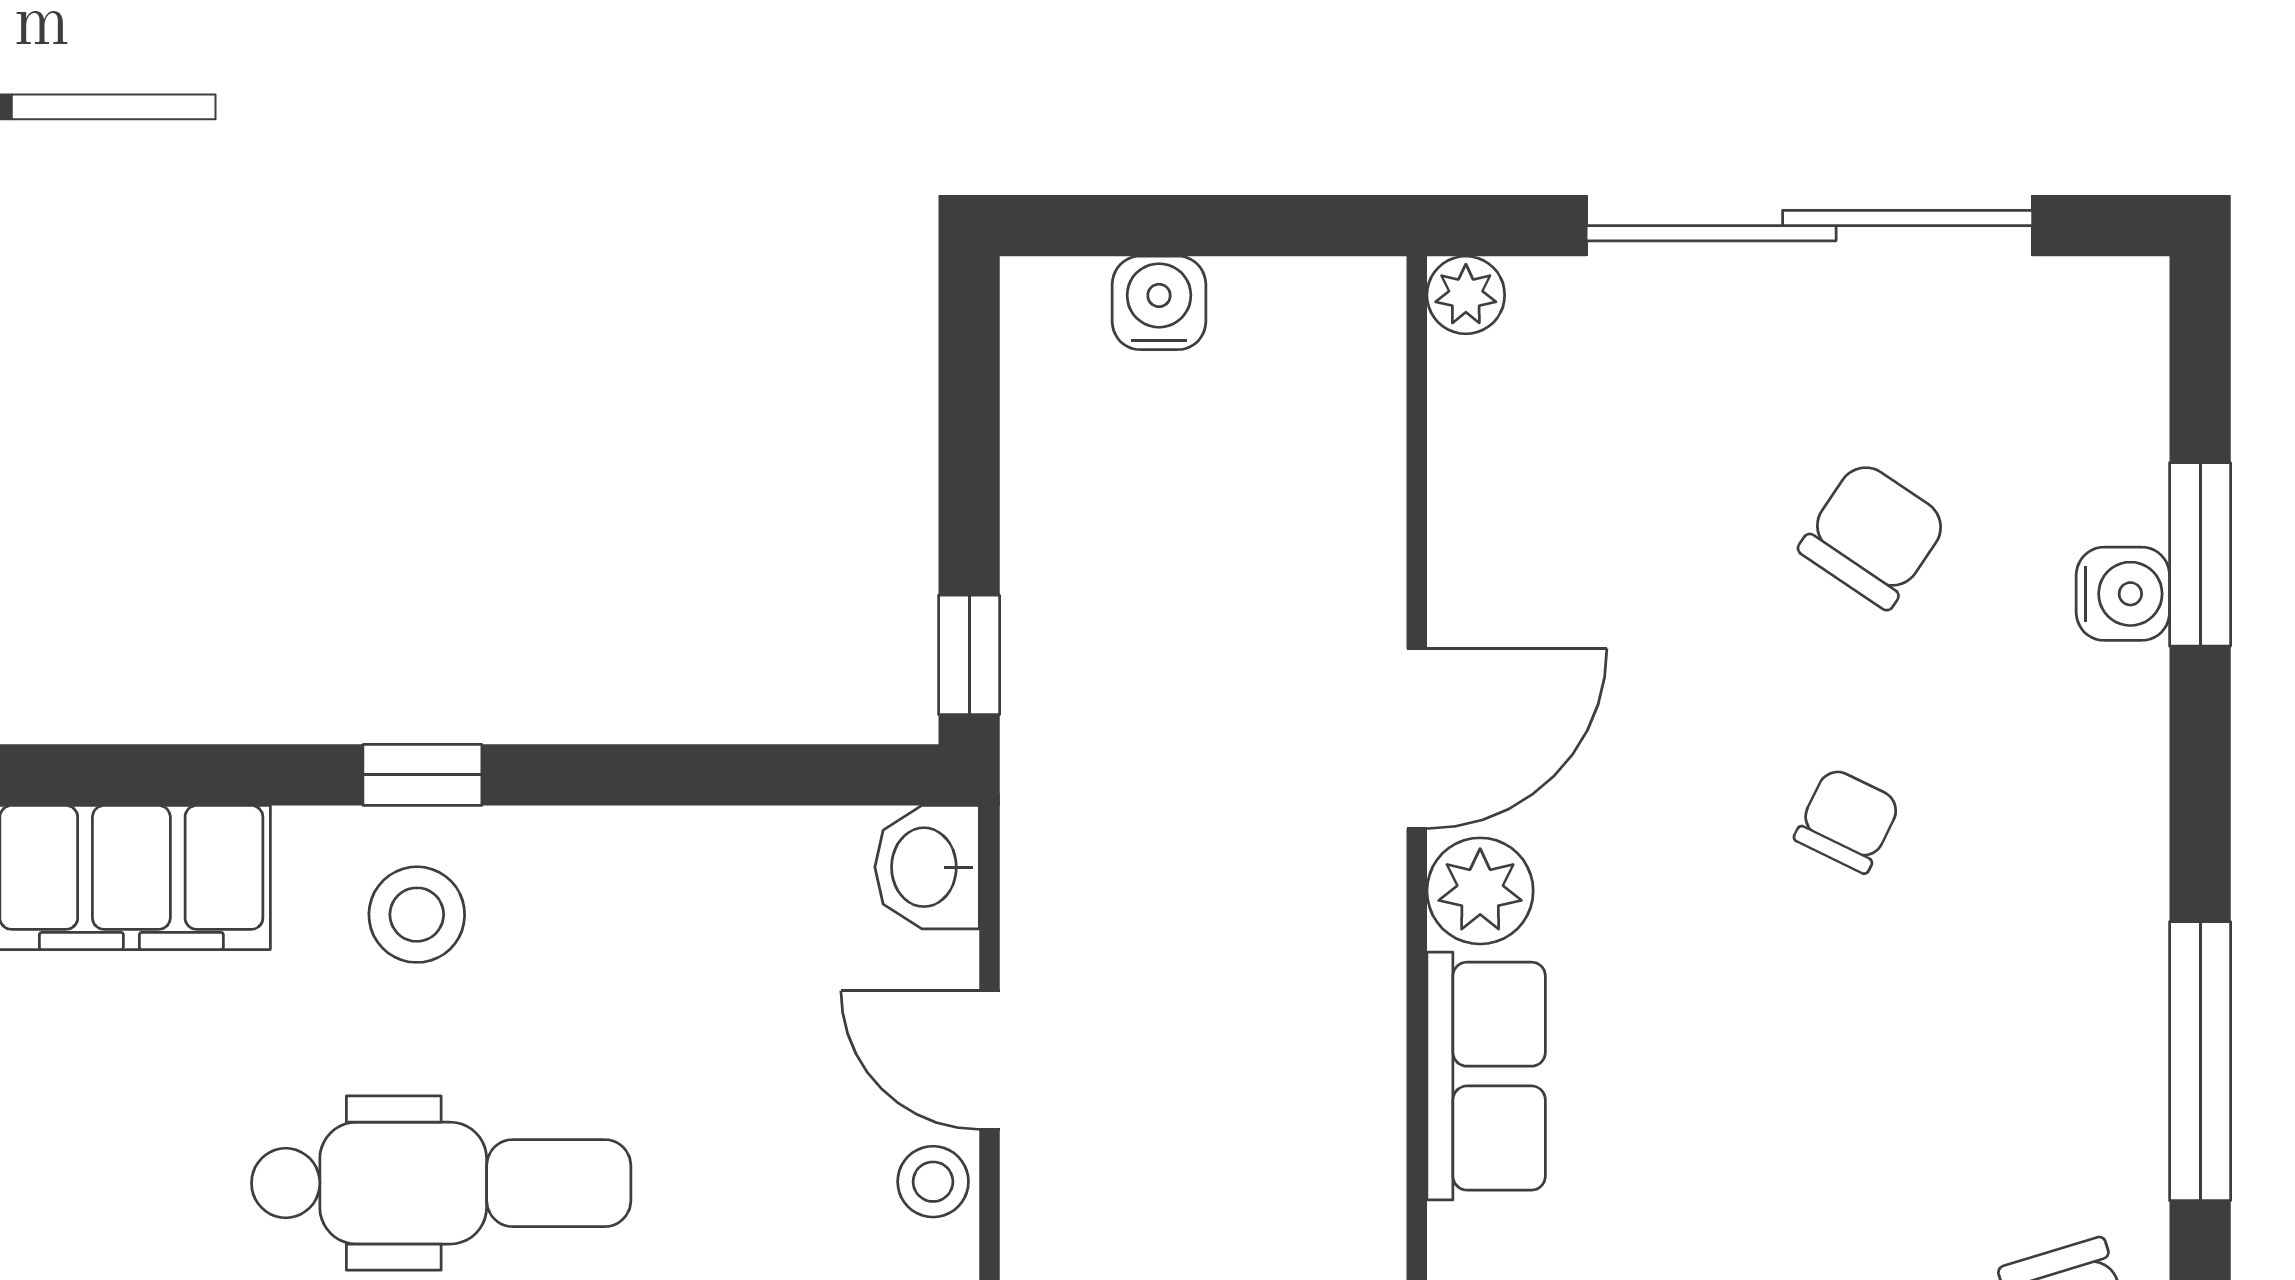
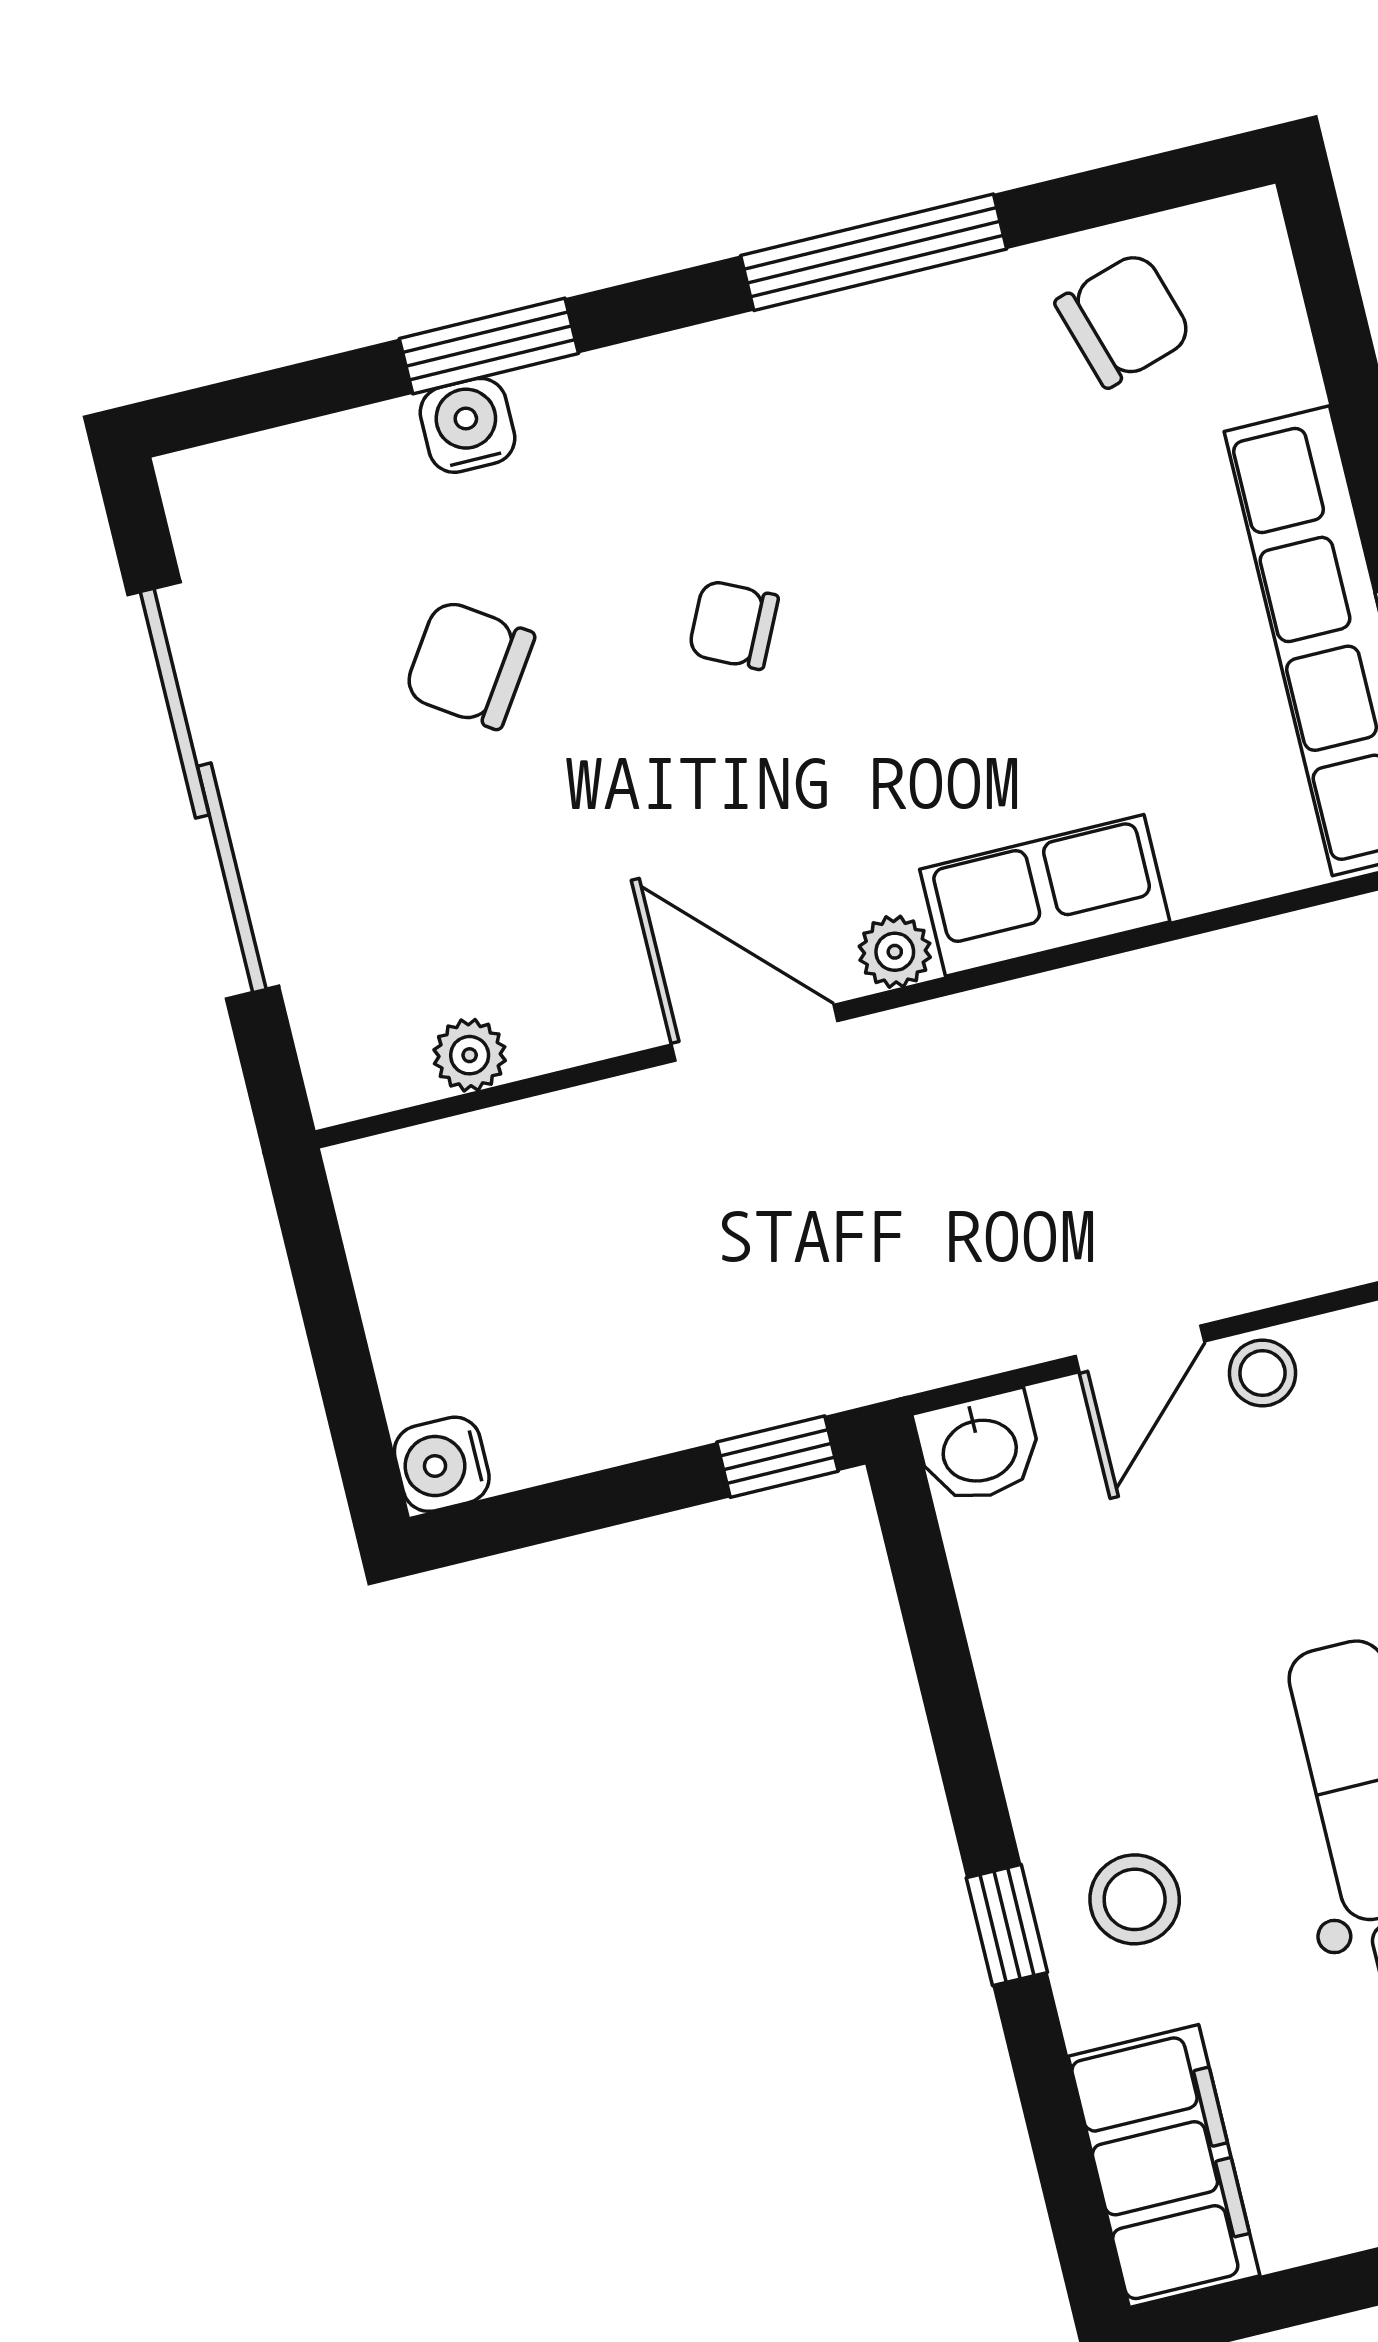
plant: (1466, 295) -> (470, 1055), moved
water cooler: (1159, 303) -> (442, 1464), moved
window: (2200, 554) -> (489, 346), moved
plant: (1480, 891) -> (895, 952), width x0.73, depth x0.73

